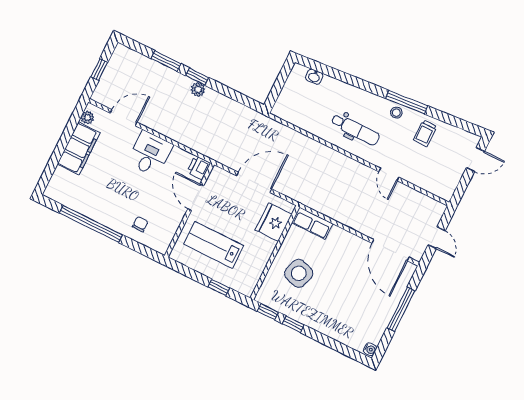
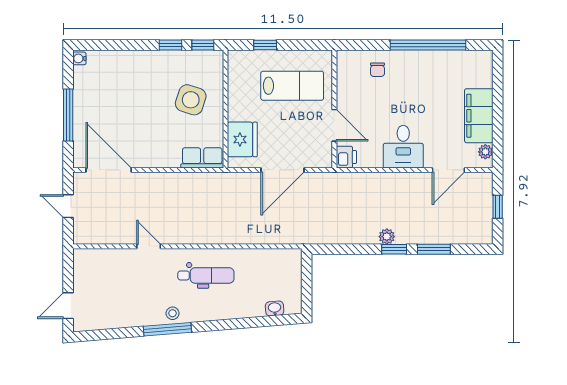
dental chair: (355, 129) -> (206, 275), turned 180
trolley: (425, 133) -> (133, 307), removed

